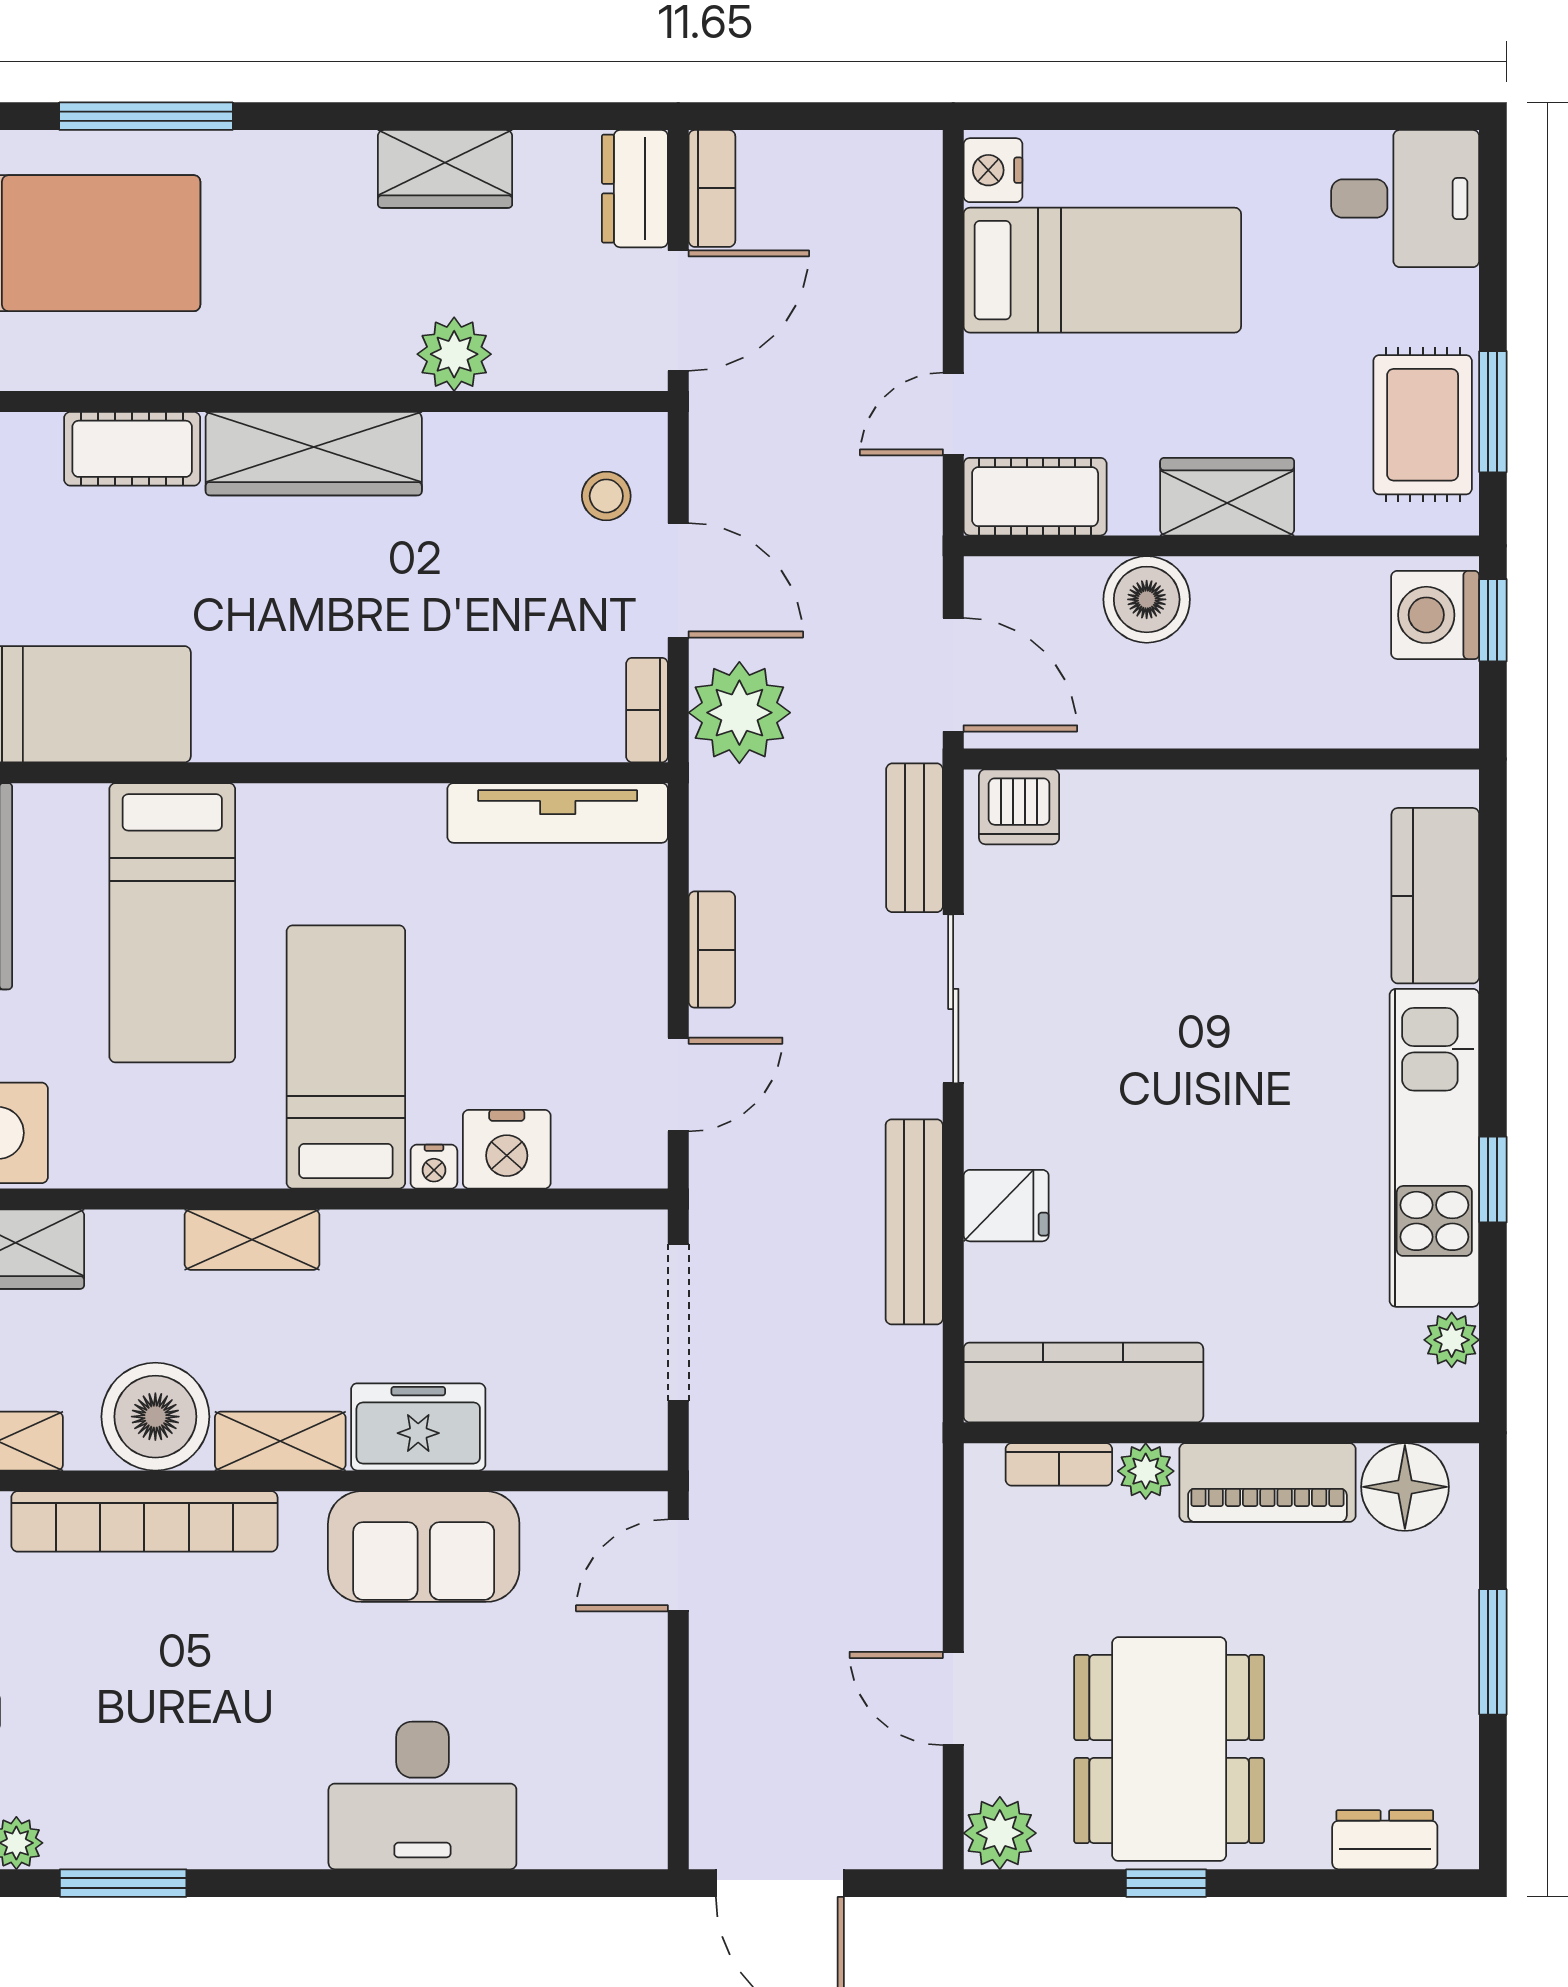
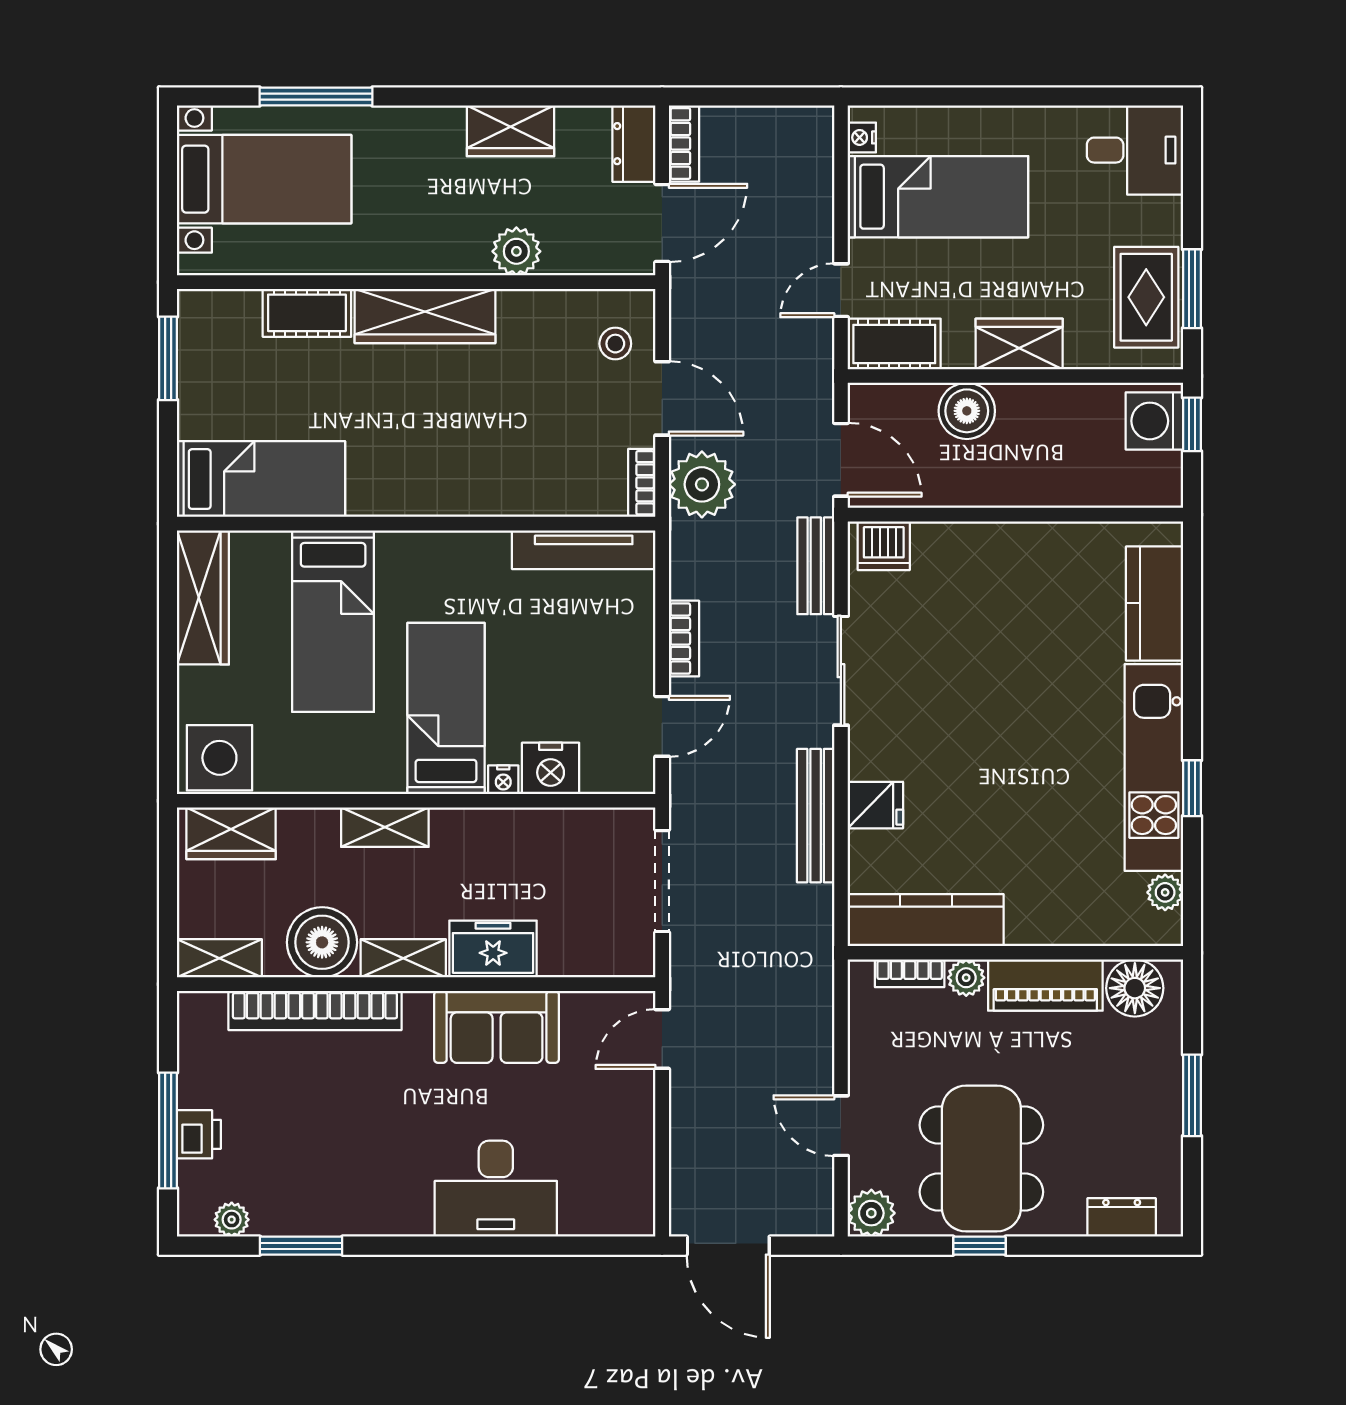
nightstand: (993, 170) -> (862, 137), width x0.72, depth x0.74

